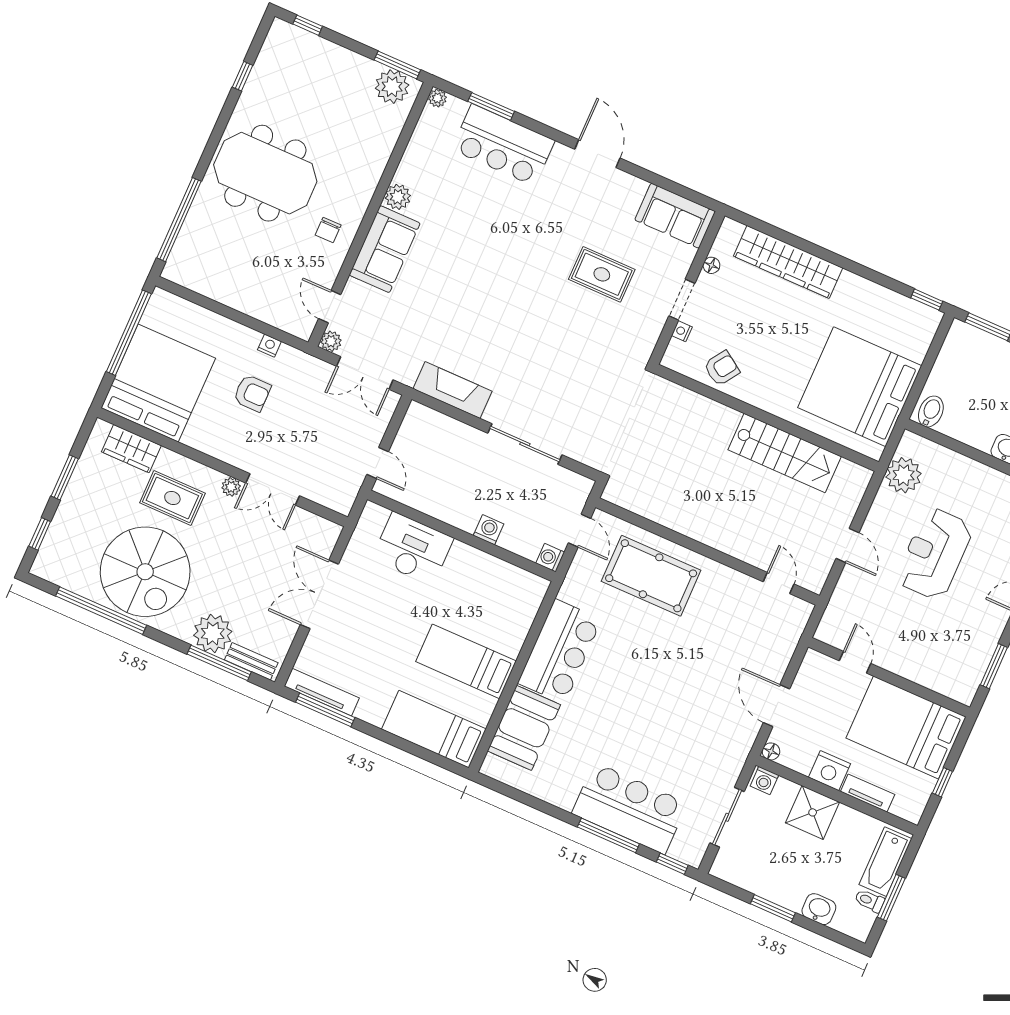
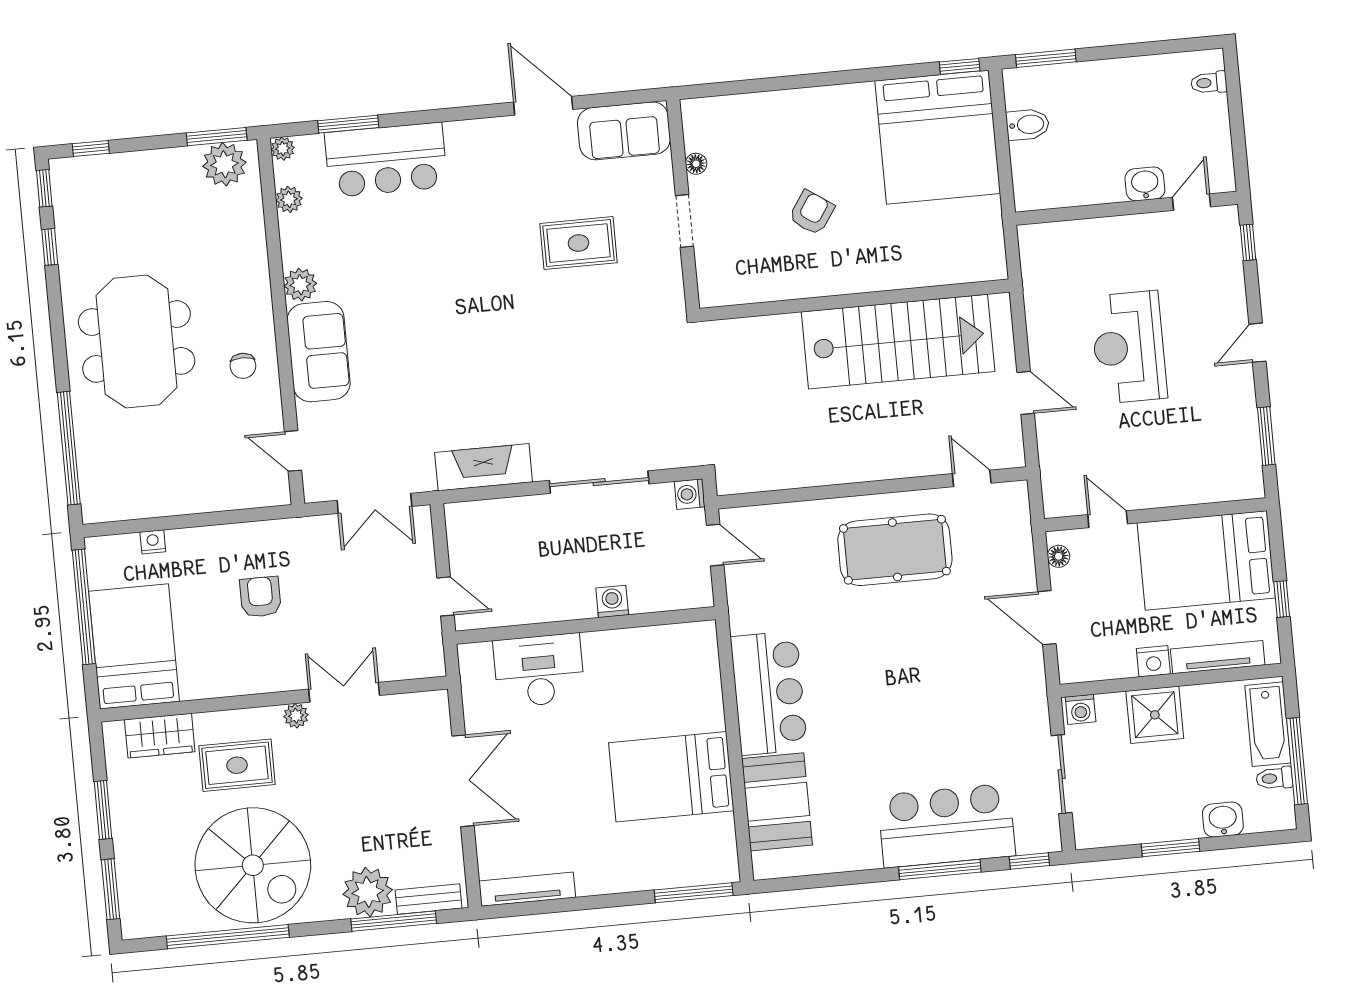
window: (261, 34) -> (44, 188), added
door: (597, 154) -> (543, 106), moved
meeting table: (265, 173) -> (137, 341), turned 90
wardrobe: (788, 262) -> (780, 112), removed
nightstand: (682, 331) -> (704, 256), removed
plant: (331, 341) -> (289, 199), moved
nightstand: (269, 346) -> (153, 542), moved
armchair: (722, 368) -> (812, 213), moved
bed: (158, 383) -> (134, 646), width x0.73
bed: (860, 387) -> (938, 137), moved, turned -90
armchair: (252, 393) -> (260, 597), turned -90
bidet: (931, 411) -> (1028, 125), moved, turned 90
stairs: (785, 453) -> (898, 342), width x1.36, depth x1.51
plant: (904, 475) -> (1044, 278), removed
double door: (273, 489) -> (344, 692), swing flipped
window: (40, 534) -> (110, 889), width x1.50
washing machine: (550, 558) -> (690, 494), moved
pool table: (651, 576) -> (895, 550), moved
double door: (319, 594) -> (463, 781), swing flipped
bed: (466, 661) -> (671, 777), width x1.50
window: (325, 710) -> (694, 893), moved
bed: (434, 729) -> (677, 860), removed
floor lamp: (771, 751) -> (1059, 556), moved
nightstand: (829, 771) -> (1153, 661), width x0.74, depth x0.75
tv unit: (868, 793) -> (1218, 657), width x1.41
window: (891, 898) -> (1297, 761), width x1.44

